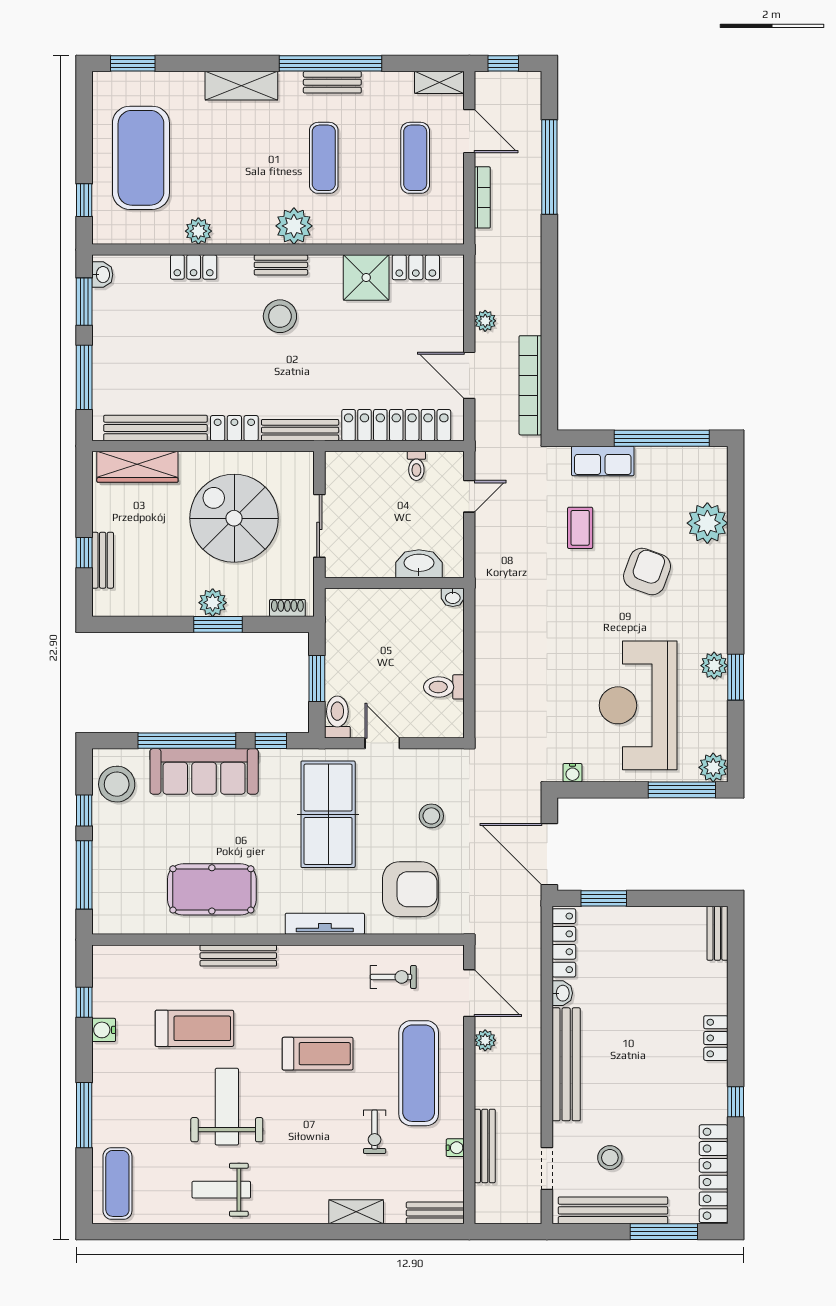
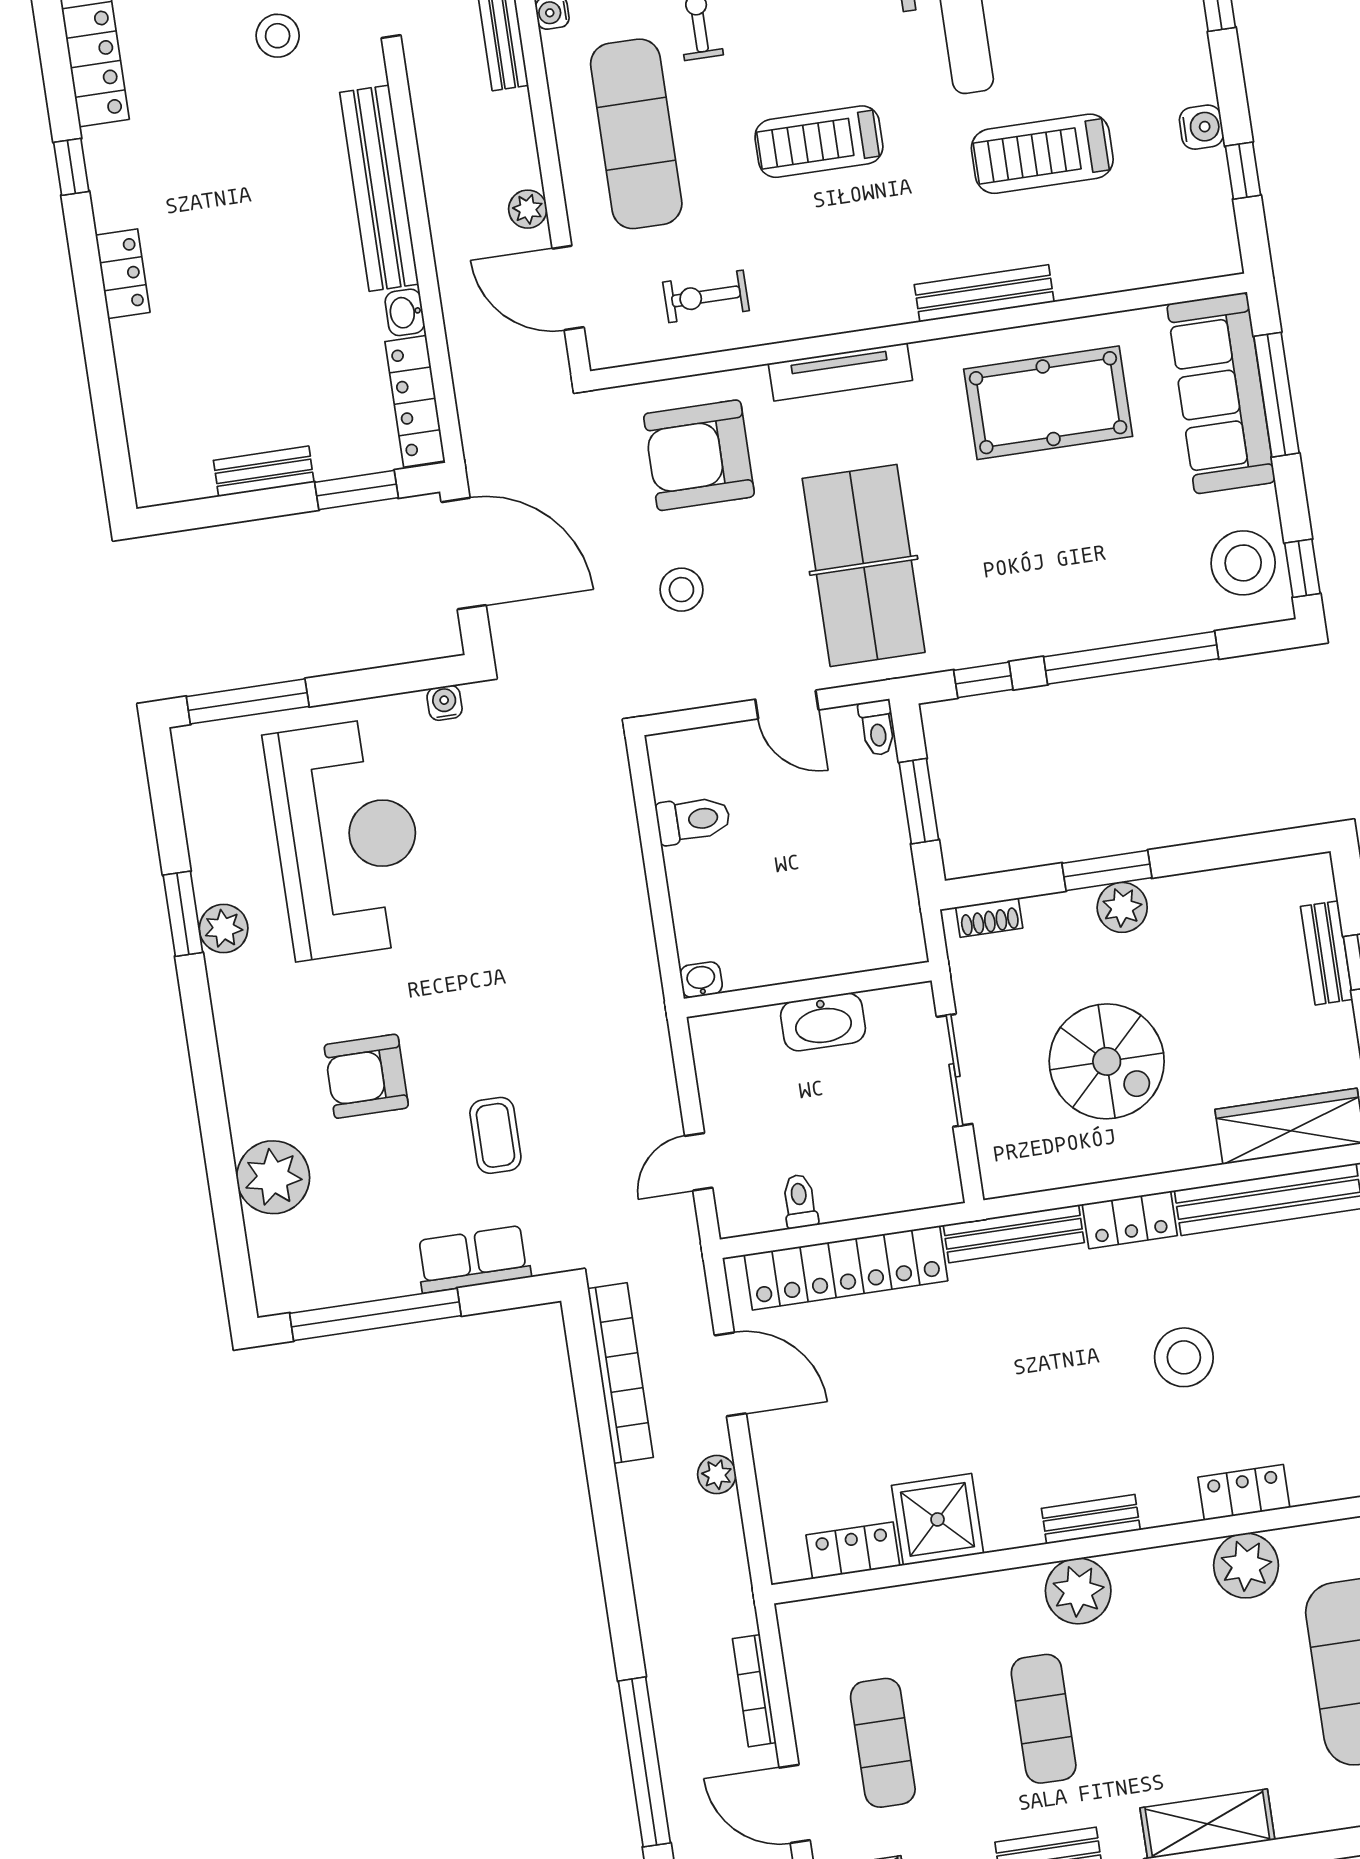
plant: (198, 231) -> (1246, 1566), width x1.36, depth x1.36
stool: (280, 316) -> (1184, 1357), moved
spiral stairs: (234, 518) -> (1107, 1061), width x0.73, depth x0.73
washbasin: (419, 564) -> (823, 1022), moved
armchair: (647, 571) -> (366, 1076), turned 70
toilet: (337, 717) -> (877, 728), width x0.73, depth x0.72
plant: (713, 767) -> (198, 749), removed
sofa: (204, 771) -> (1221, 393), moved, turned -90
window: (84, 810) -> (1302, 568), moved
bench: (717, 933) -> (264, 471), moved, turned 90

